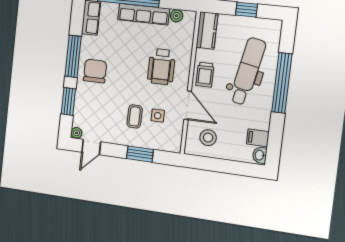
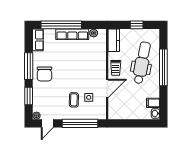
wheelchair: (161, 67) -> (88, 66), removed
chair: (95, 71) -> (44, 74), turned 180
door: (188, 105) -> (107, 88), hinge flipped
stool: (208, 138) -> (122, 107), removed
window: (140, 154) -> (80, 123), width x2.11

